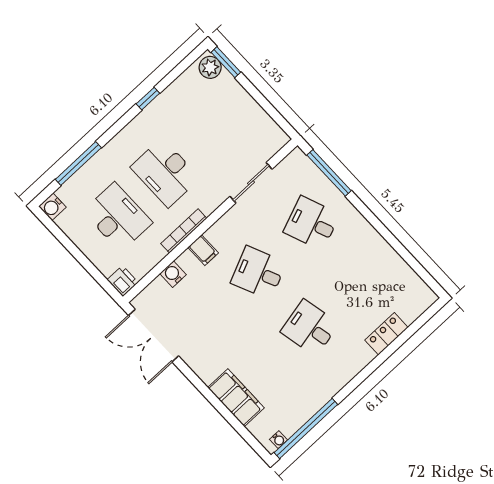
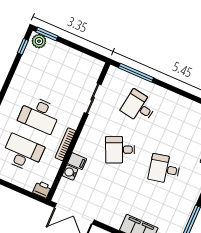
window: (148, 99) -> (23, 47), moved
desk: (312, 223) -> (139, 107), turned 30
filing cabinet: (203, 250) -> (77, 161), moved

